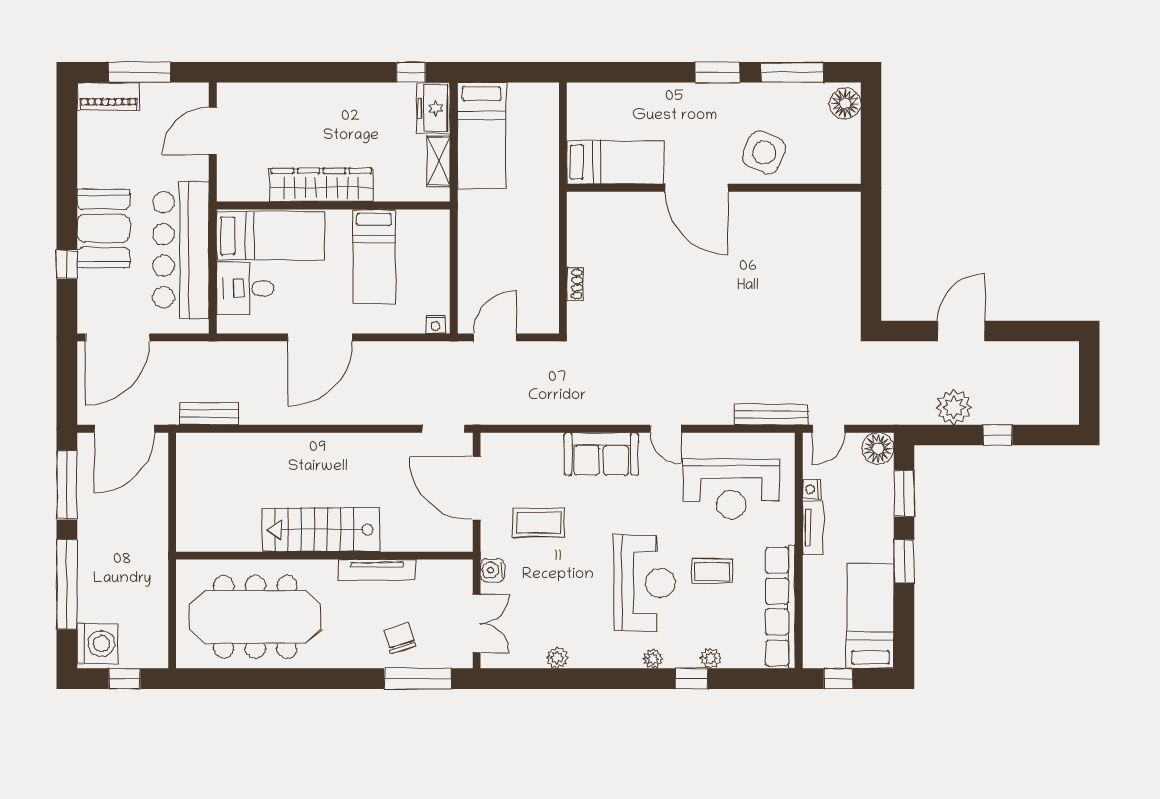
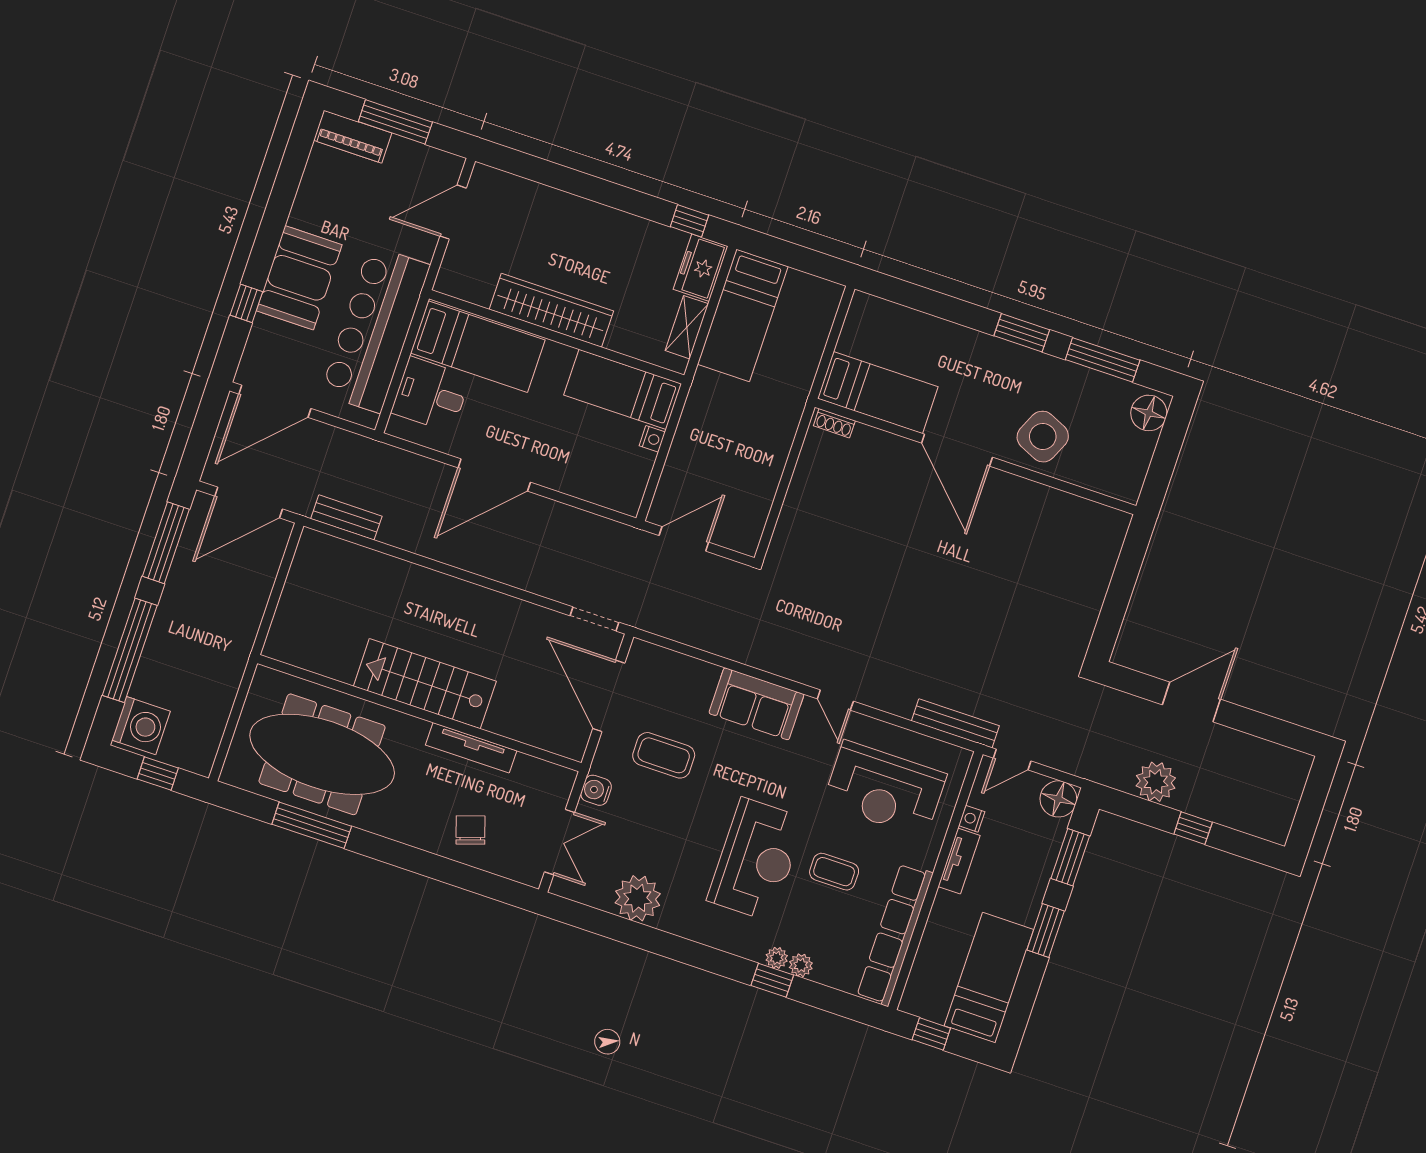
bed: (374, 257) -> (623, 389), moved, turned 90
shoe rack: (575, 284) -> (834, 423), moved, turned 90
nightstand: (435, 325) -> (652, 439), moved, turned -90
plant: (557, 658) -> (638, 898), width x1.88, depth x1.88
plant: (653, 659) -> (777, 958), moved
window: (418, 679) -> (312, 825), moved

